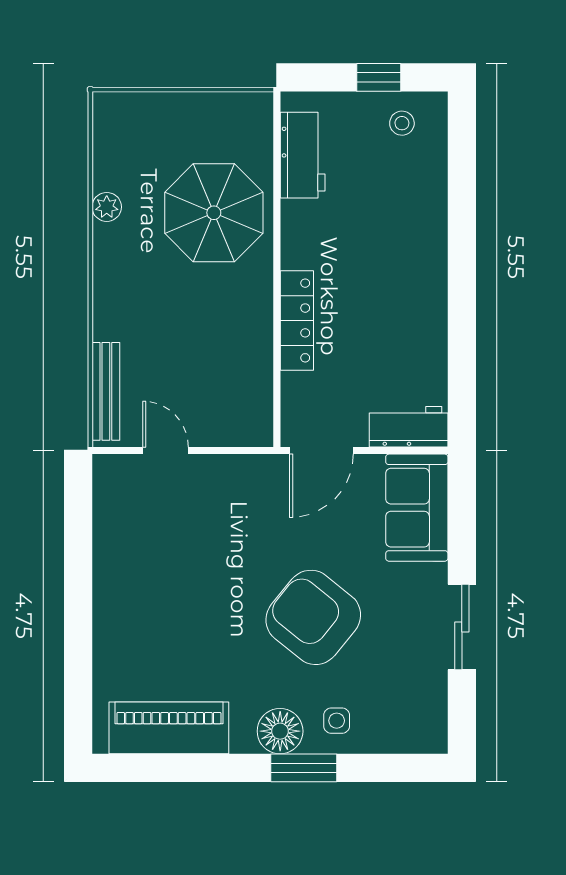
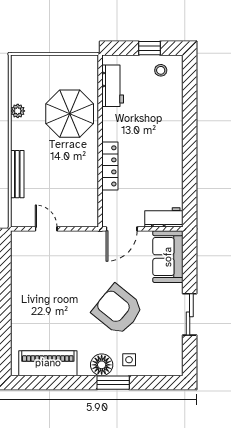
bench: (106, 391) -> (17, 174), moved

